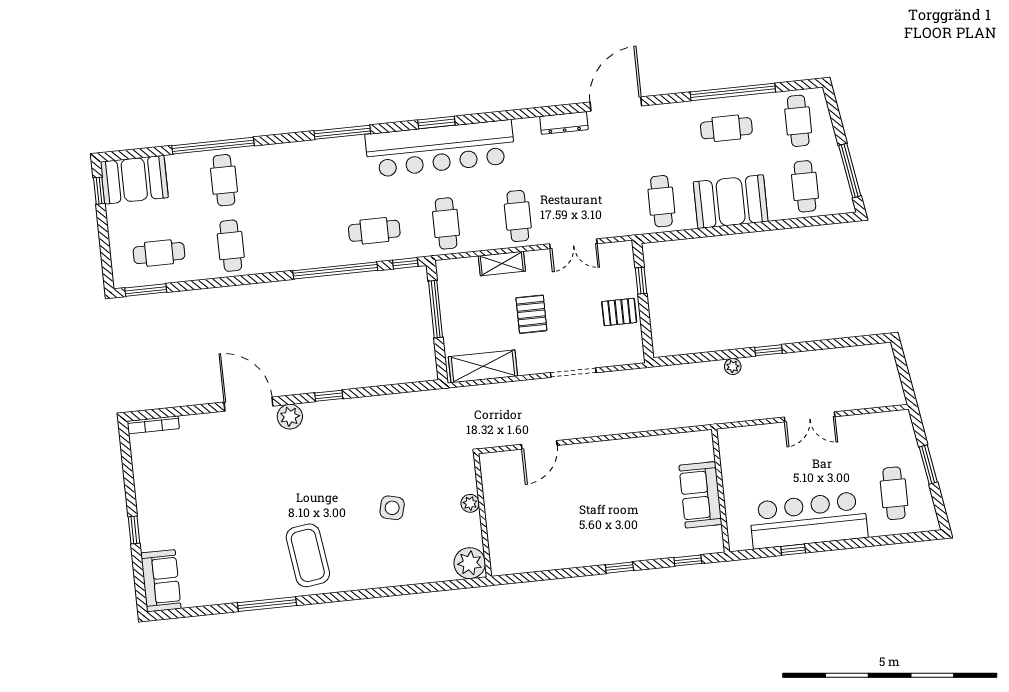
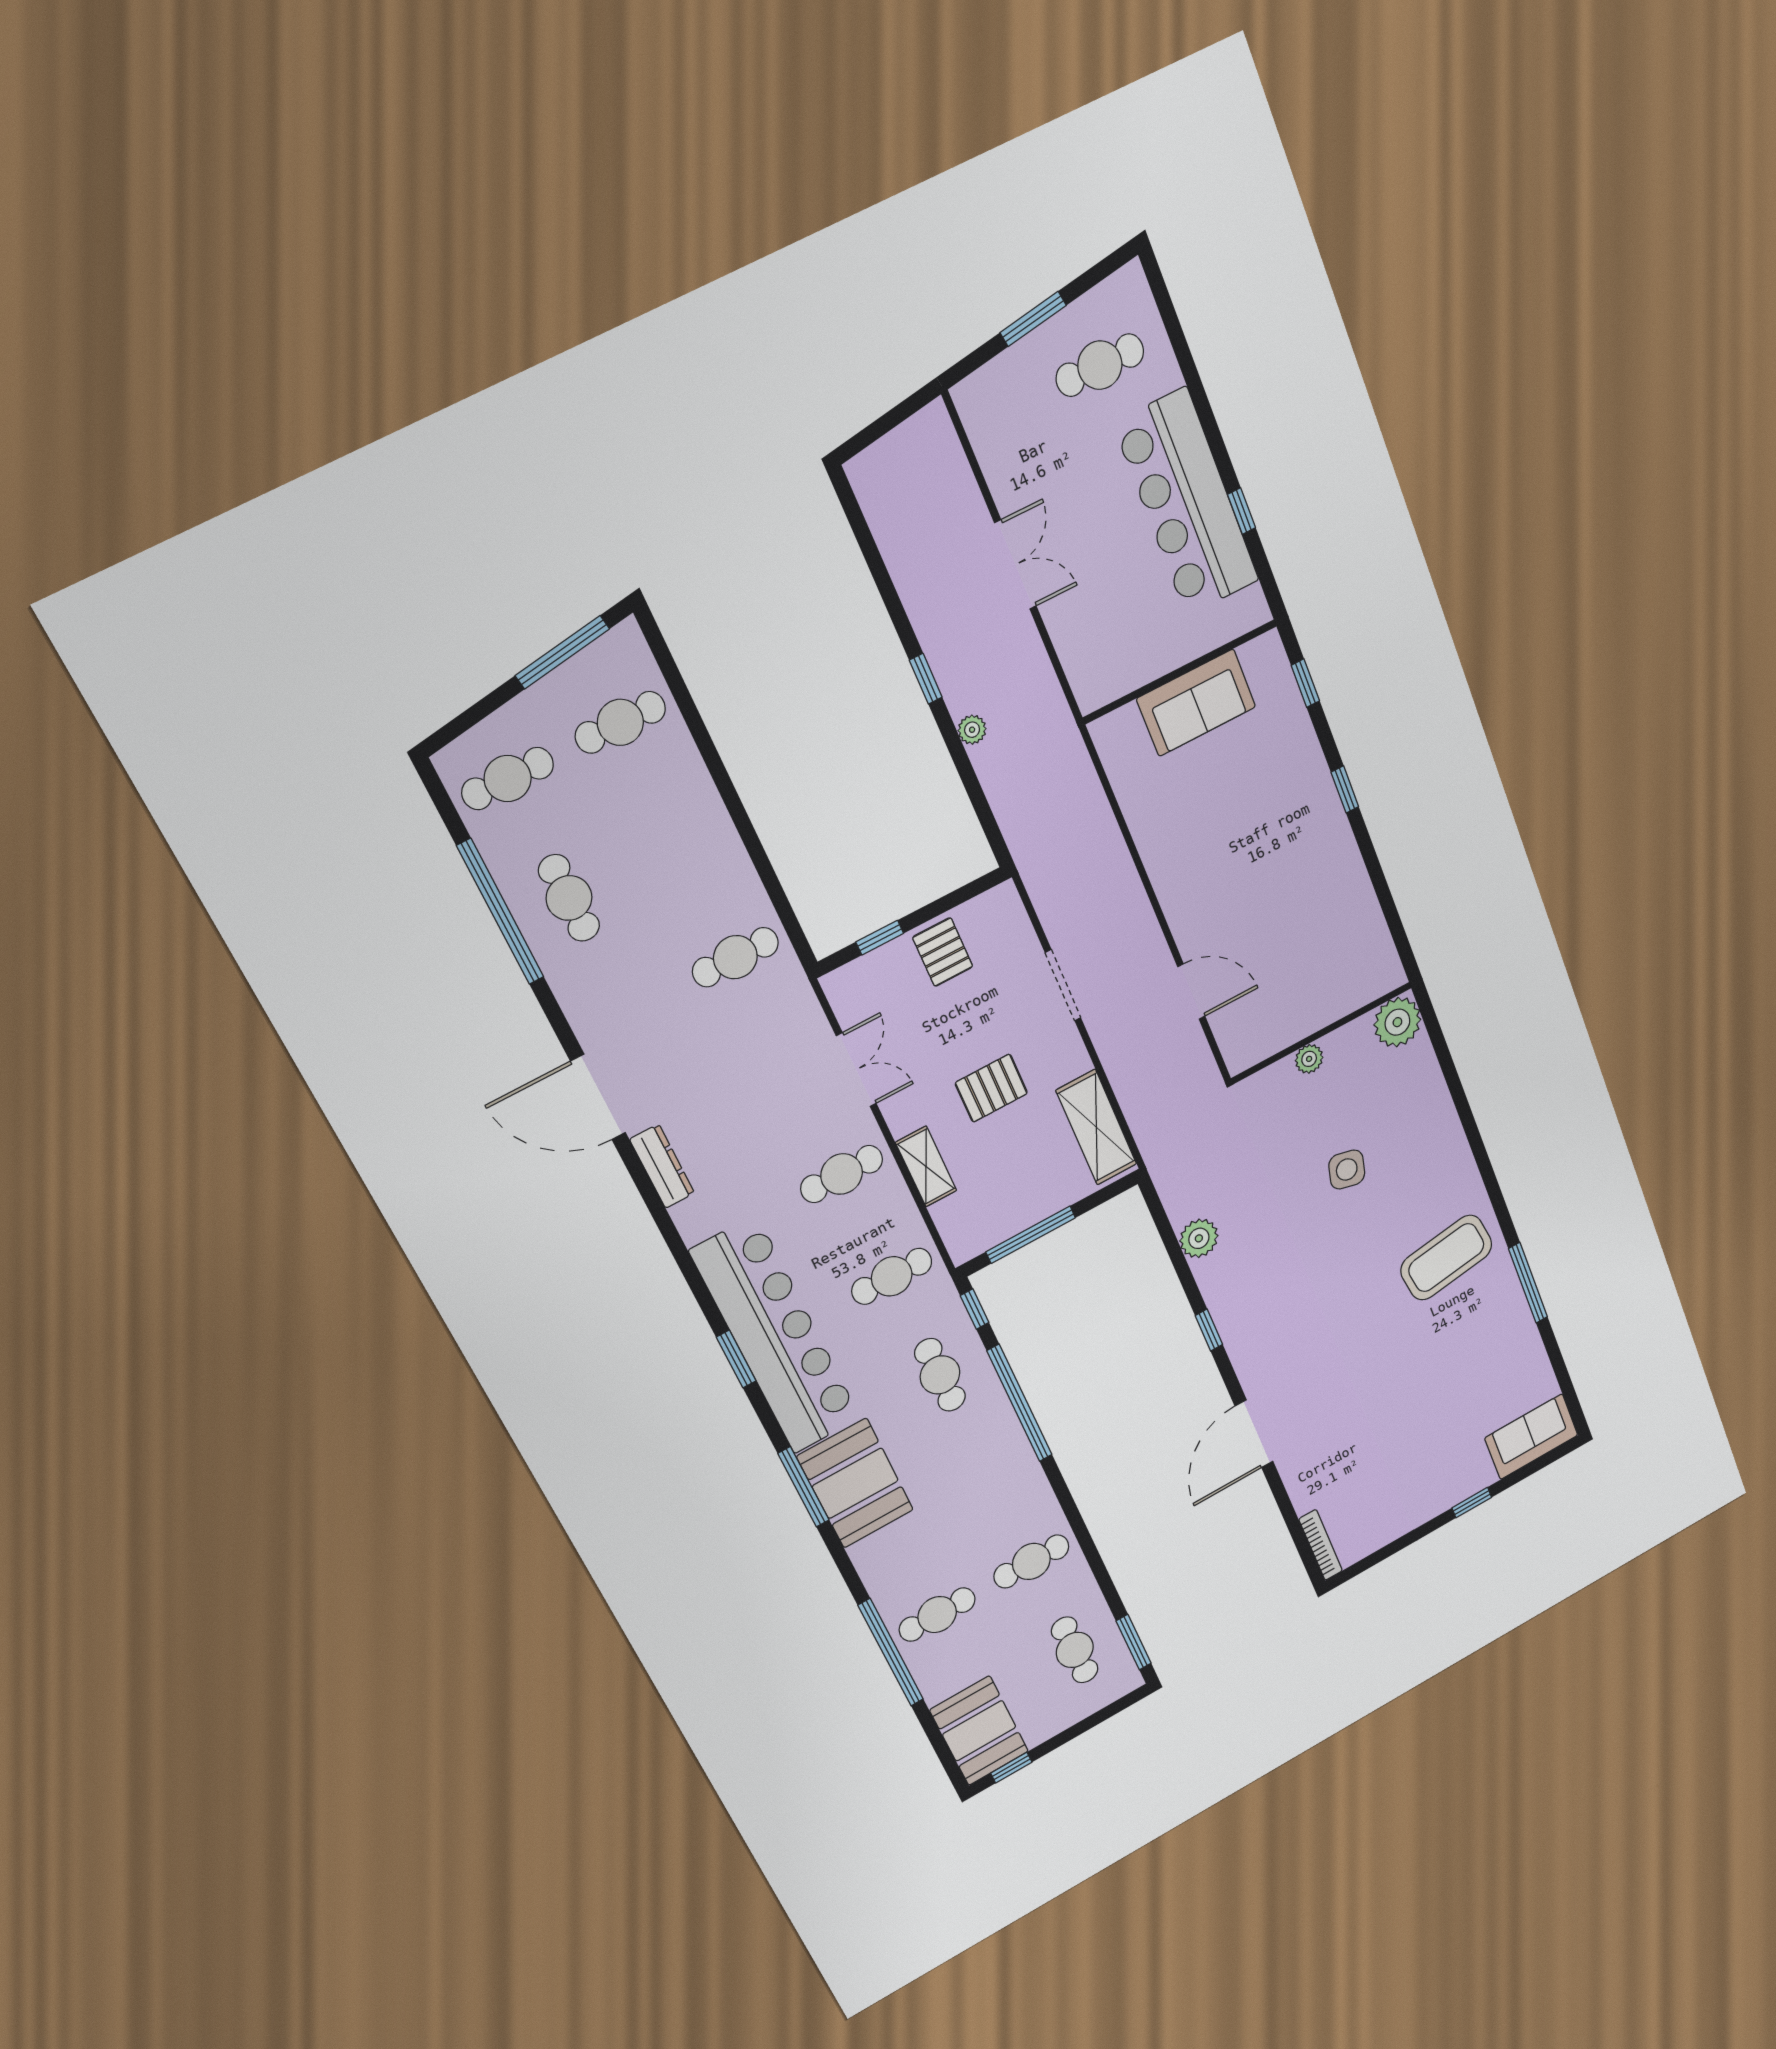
booth: (731, 202) -> (855, 1483), moved
plant: (290, 417) -> (1199, 1238), moved

